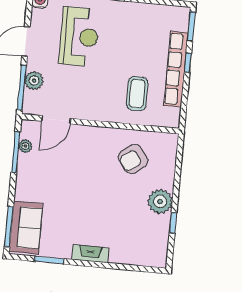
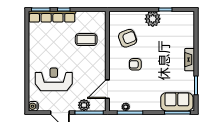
row of seats: (176, 69) -> (52, 17), moved
door: (56, 120) -> (107, 89), swing flipped
armchair: (133, 159) -> (128, 38), turned -75
armchair: (91, 167) -> (135, 64), added

